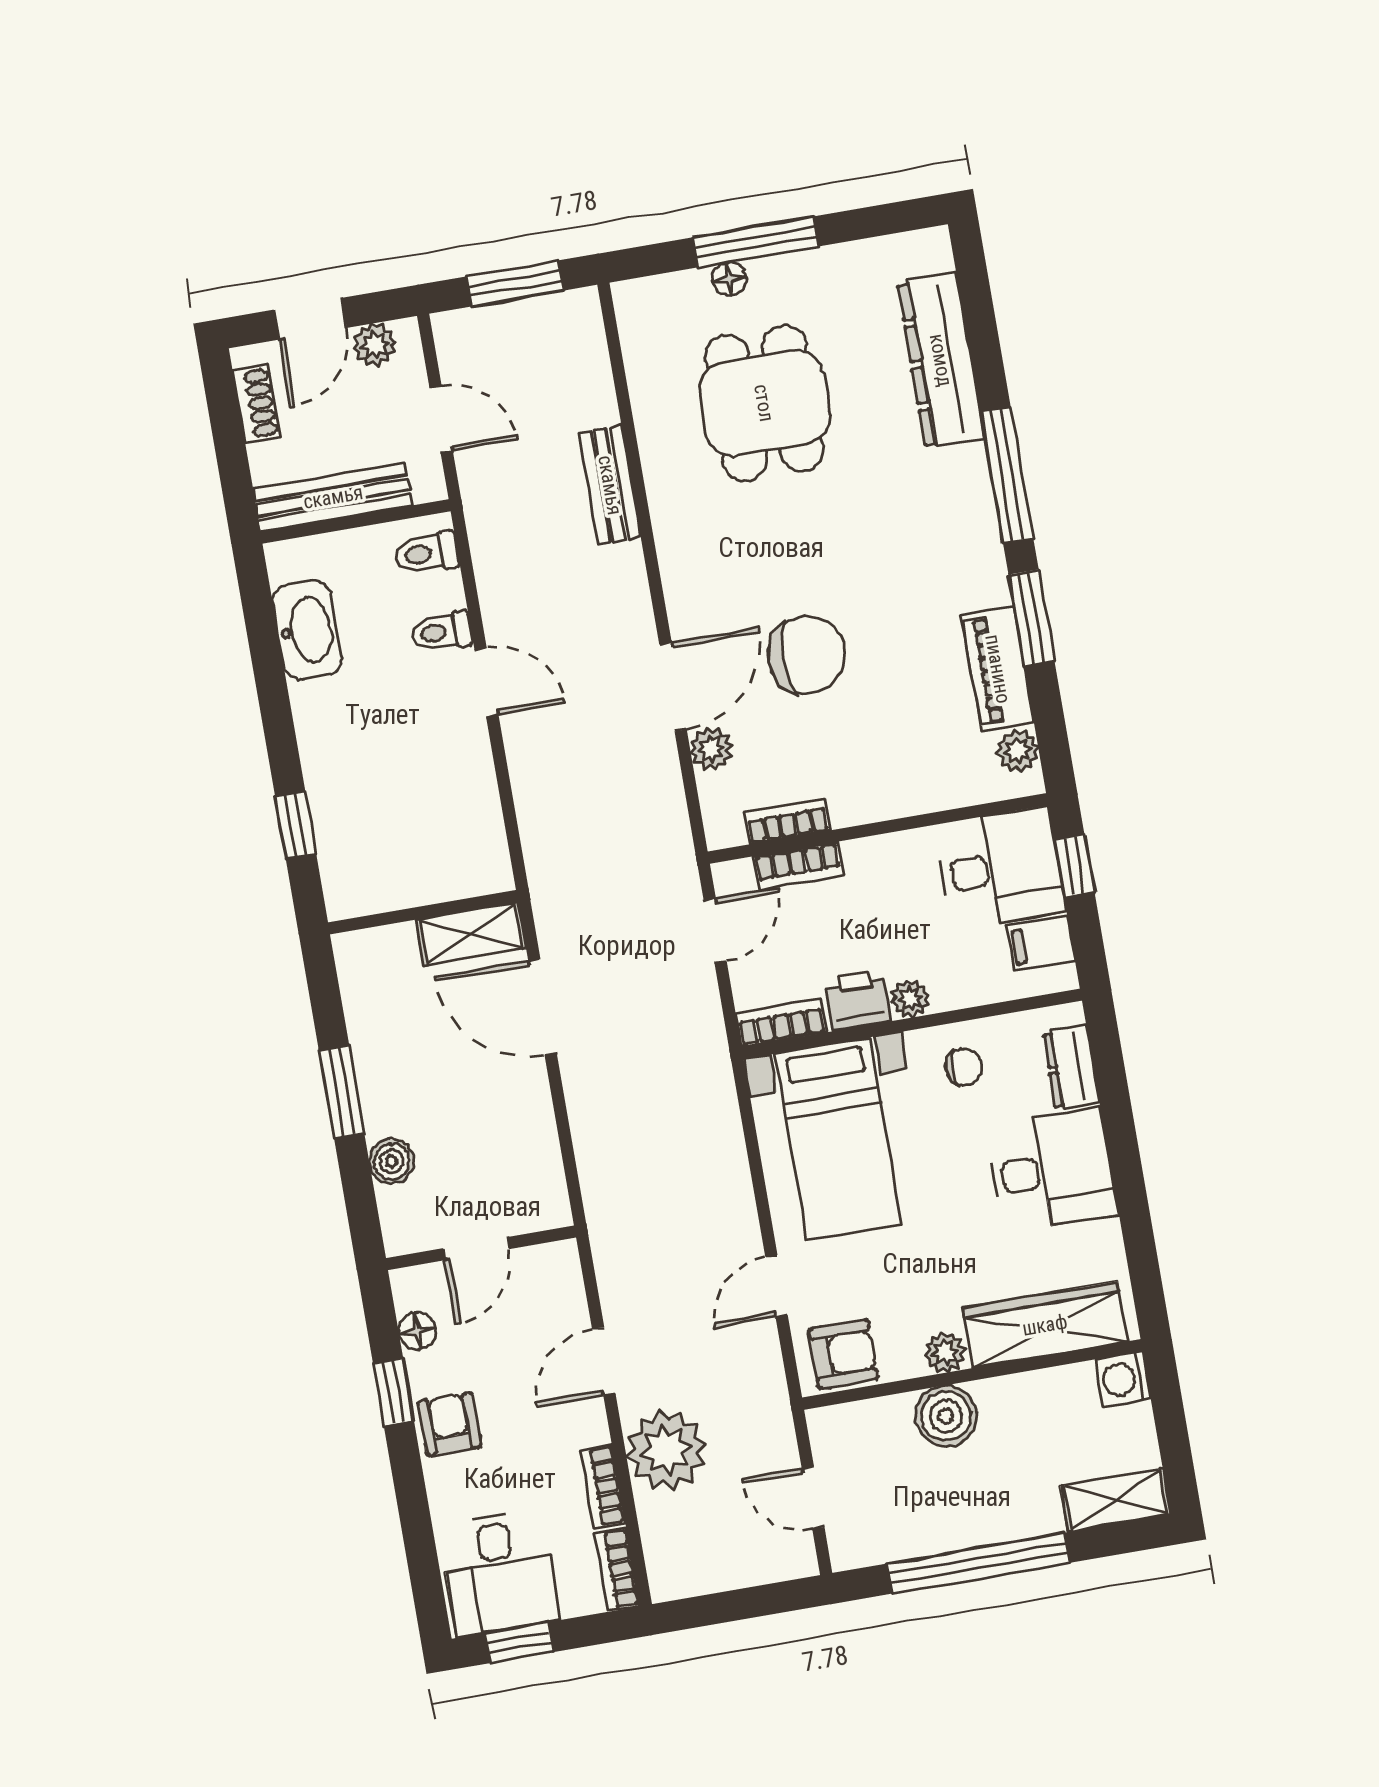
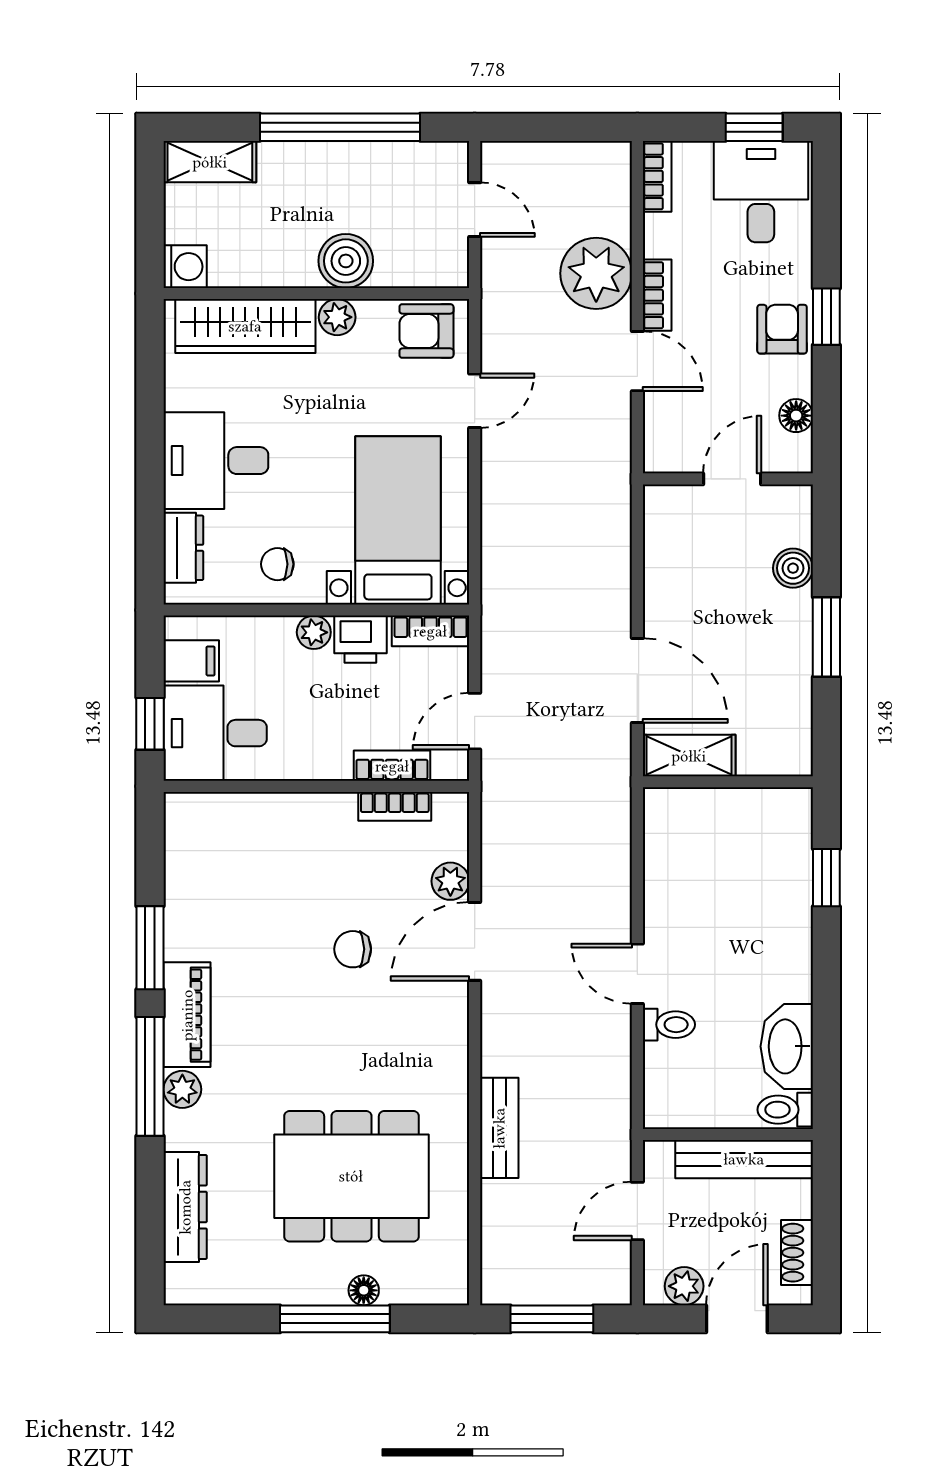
dresser: (941, 360) -> (185, 1207), width x0.73, depth x0.80
dining table: (764, 403) -> (351, 1176), width x1.38
door: (441, 419) -> (637, 1211), hinge flipped
toilet: (427, 553) -> (785, 1110), moved, turned 180
chair: (807, 655) -> (353, 949), width x0.54, depth x0.54
piano: (998, 669) -> (187, 1015), moved
plant: (1018, 751) -> (182, 1089), moved
door: (604, 1361) -> (637, 361), hinge flipped
window: (393, 1392) -> (826, 317), moved
armchair: (450, 1424) -> (782, 329), turned 180
bookcase: (603, 1486) -> (657, 295), moved

